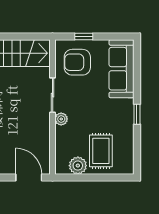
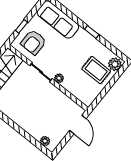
plant: (78, 166) -> (115, 64), moved
door: (29, 178) -> (78, 125), swing flipped

